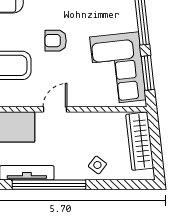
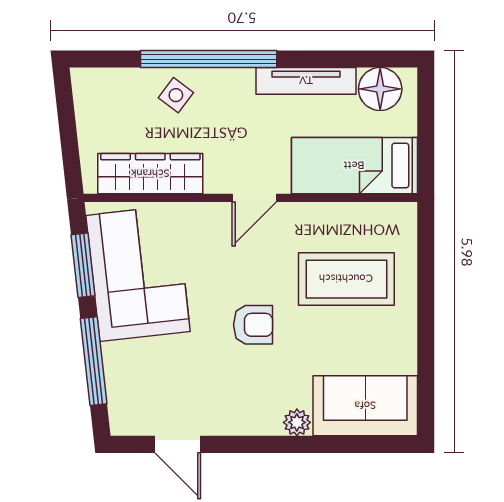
wardrobe: (140, 141) -> (150, 174), moved, turned -84
window: (49, 185) -> (209, 59), moved

